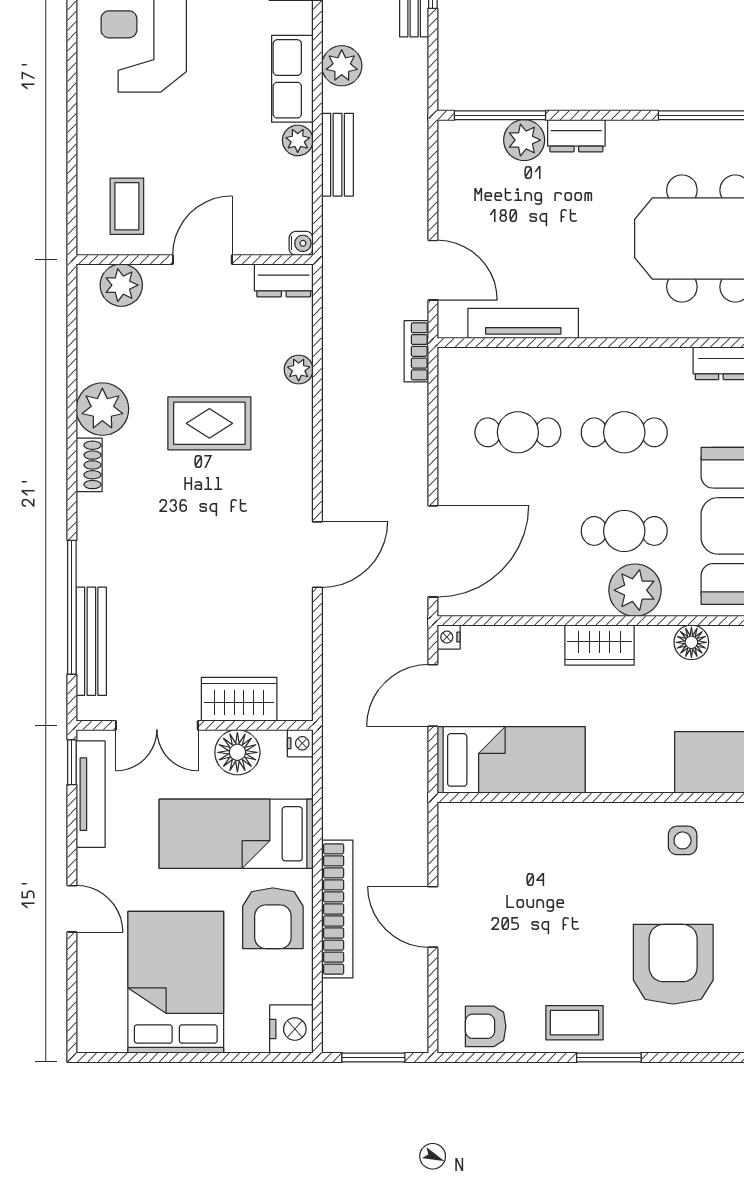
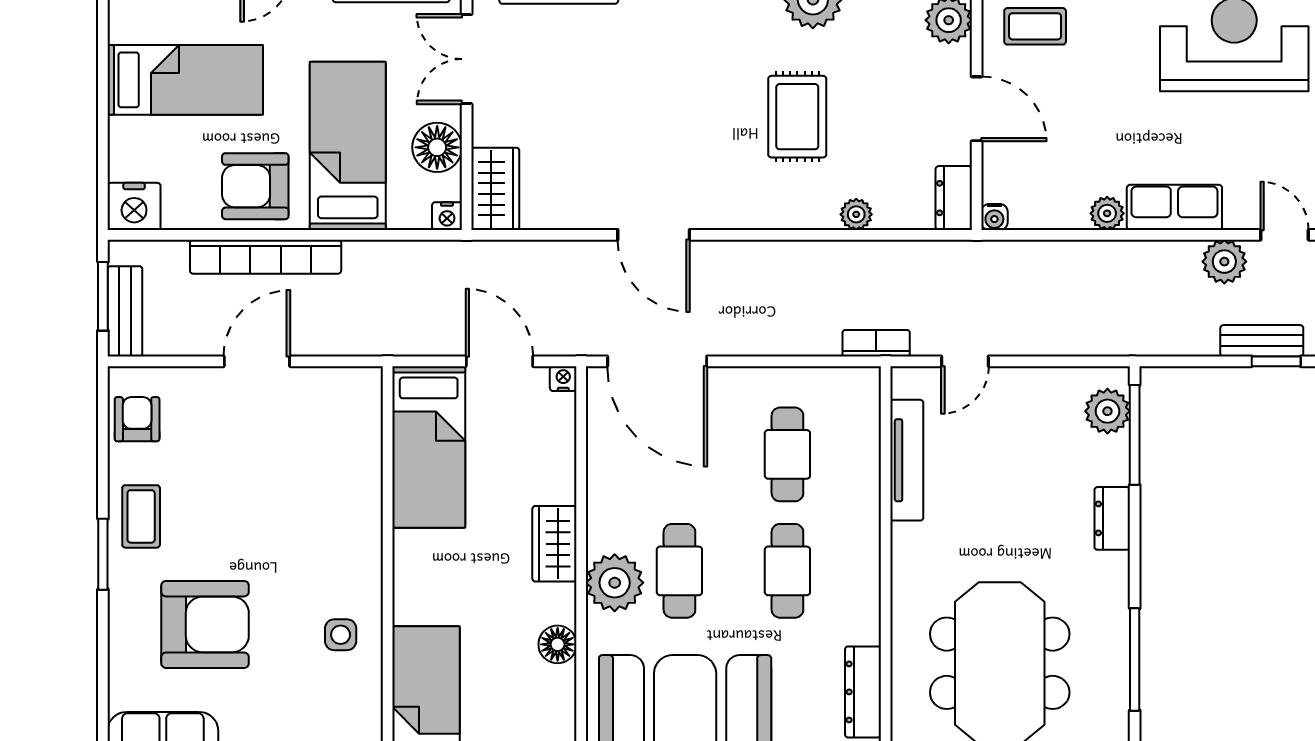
plant: (342, 66) -> (1224, 262), moved
plant: (524, 140) -> (1107, 411), moved
bench: (337, 155) -> (125, 311), moved, turned 90
door: (433, 270) -> (965, 361), width x0.73
wardrobe: (239, 699) -> (495, 189), moved
bed: (176, 982) -> (185, 80), width x0.67

